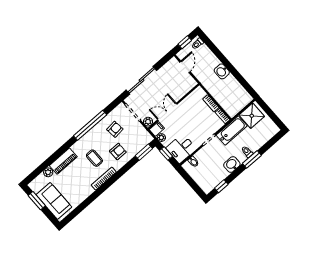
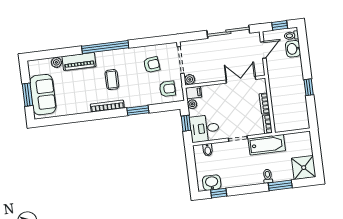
washbasin: (222, 71) -> (293, 49), moved
window: (234, 71) -> (309, 87), added
sliding door: (141, 80) -> (228, 32), moved
double door: (167, 112) -> (241, 80), moved
shower: (252, 116) -> (304, 168), moved
window: (90, 125) -> (105, 47), moved
armchair: (118, 152) -> (167, 89), moved
window: (144, 152) -> (138, 110), moved
window: (252, 159) -> (280, 185), moved
washbasin: (232, 165) -> (212, 183), moved
window: (37, 201) -> (27, 95), moved

